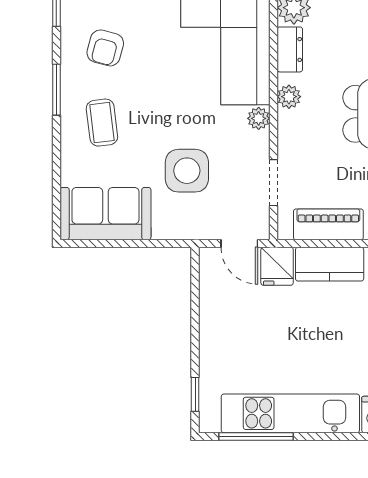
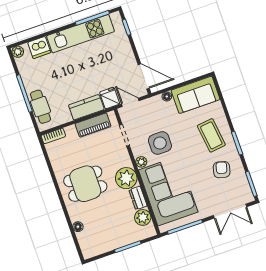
plant: (289, 97) -> (126, 178), width x1.88, depth x1.88
coffee table: (102, 123) -> (211, 135), width x1.36, depth x1.30
side table: (187, 171) -> (160, 143), moved
floor lamp: (163, 230) -> (167, 96), added
door: (195, 285) -> (144, 76), added

